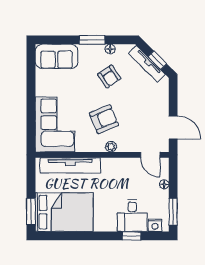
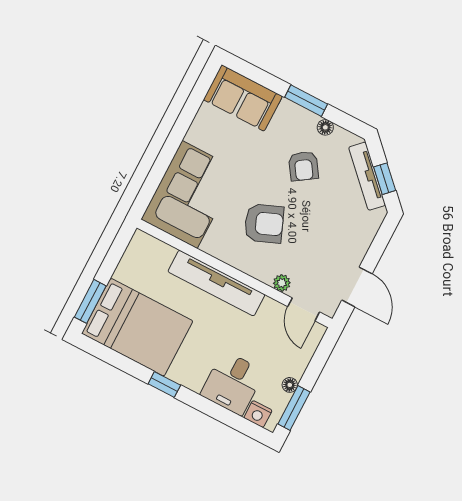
plant: (111, 147) -> (282, 283), moved
tv unit: (70, 165) -> (216, 283), moved
floor lamp: (164, 184) -> (290, 385), moved
window: (132, 236) -> (164, 385), moved

